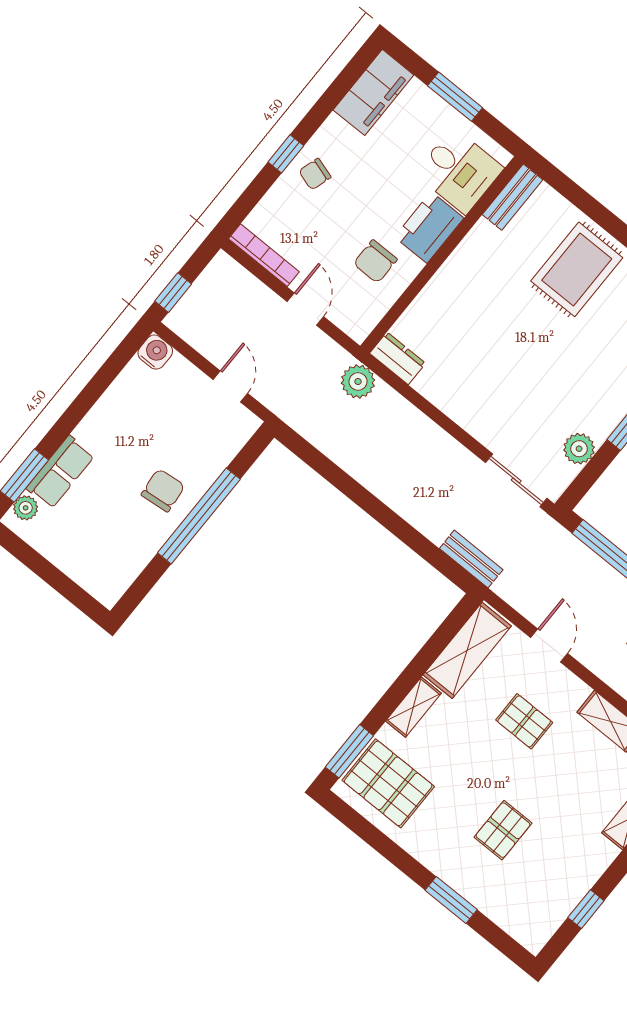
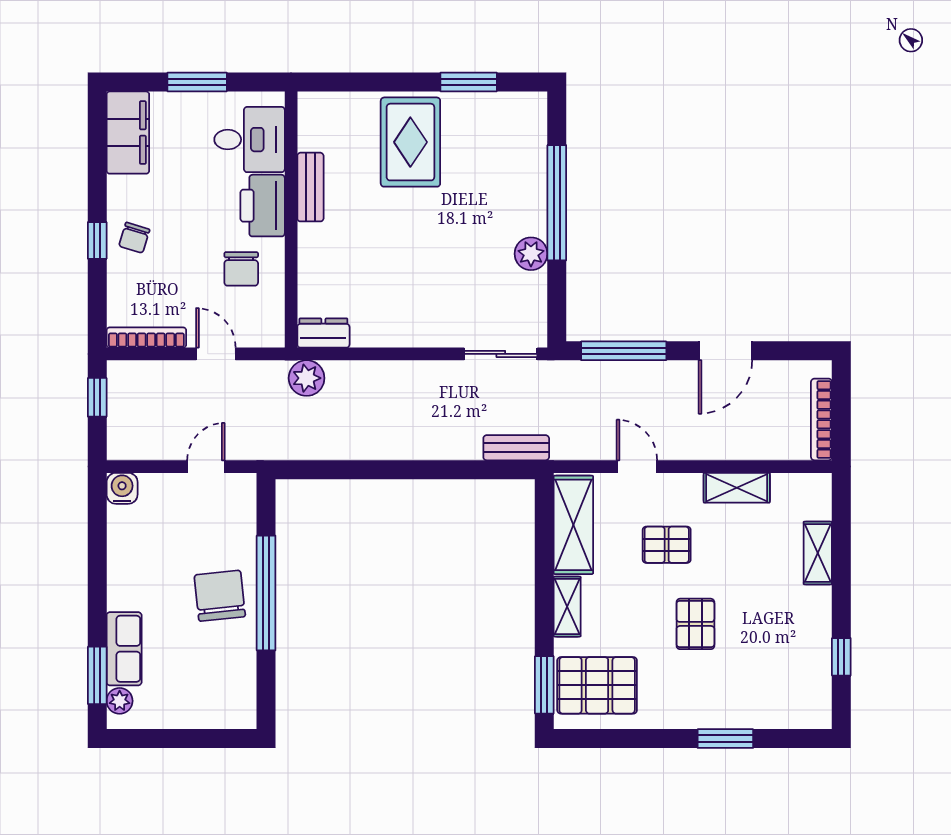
bench: (513, 197) -> (310, 187), moved
window: (173, 293) -> (97, 397), moved
door: (230, 386) -> (206, 467), hinge flipped
plant: (579, 449) -> (531, 254), moved
chair: (163, 490) -> (220, 596), width x1.37, depth x1.37
pallet: (503, 830) -> (695, 624), moved

